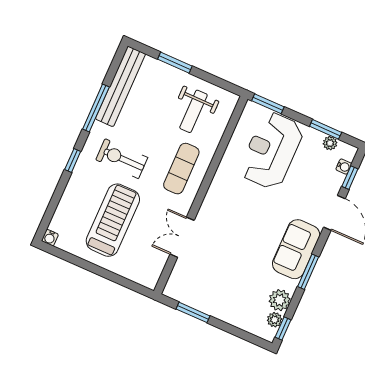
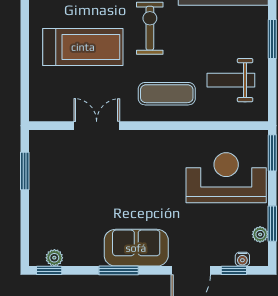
plant: (280, 300) -> (77, 254), removed

